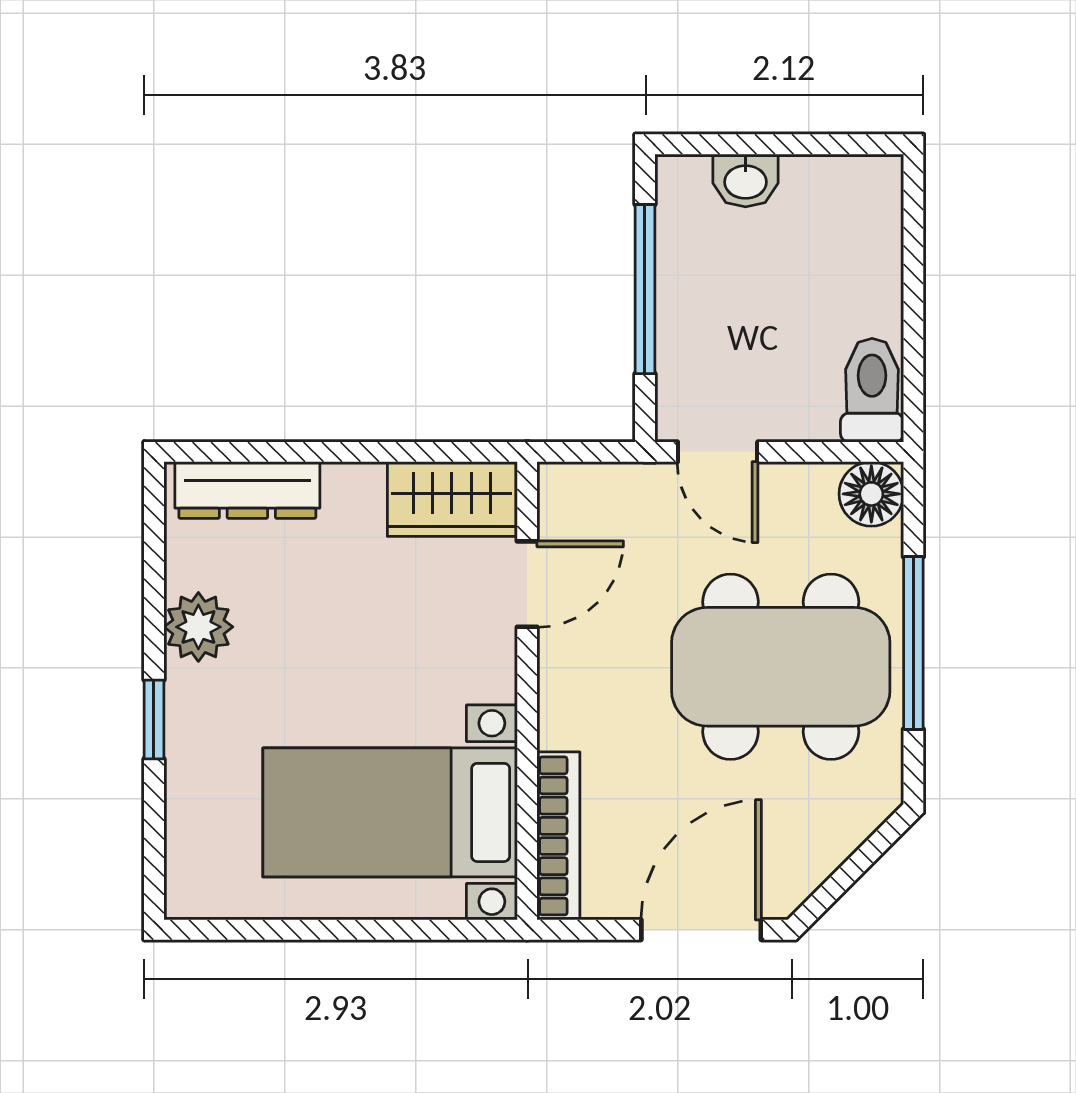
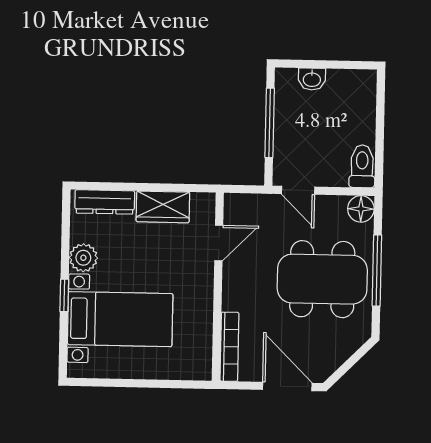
wardrobe: (452, 499) -> (163, 207), moved
bed with nightstands: (390, 812) -> (120, 319), moved, turned 180
door: (701, 930) -> (287, 386), hinge flipped

